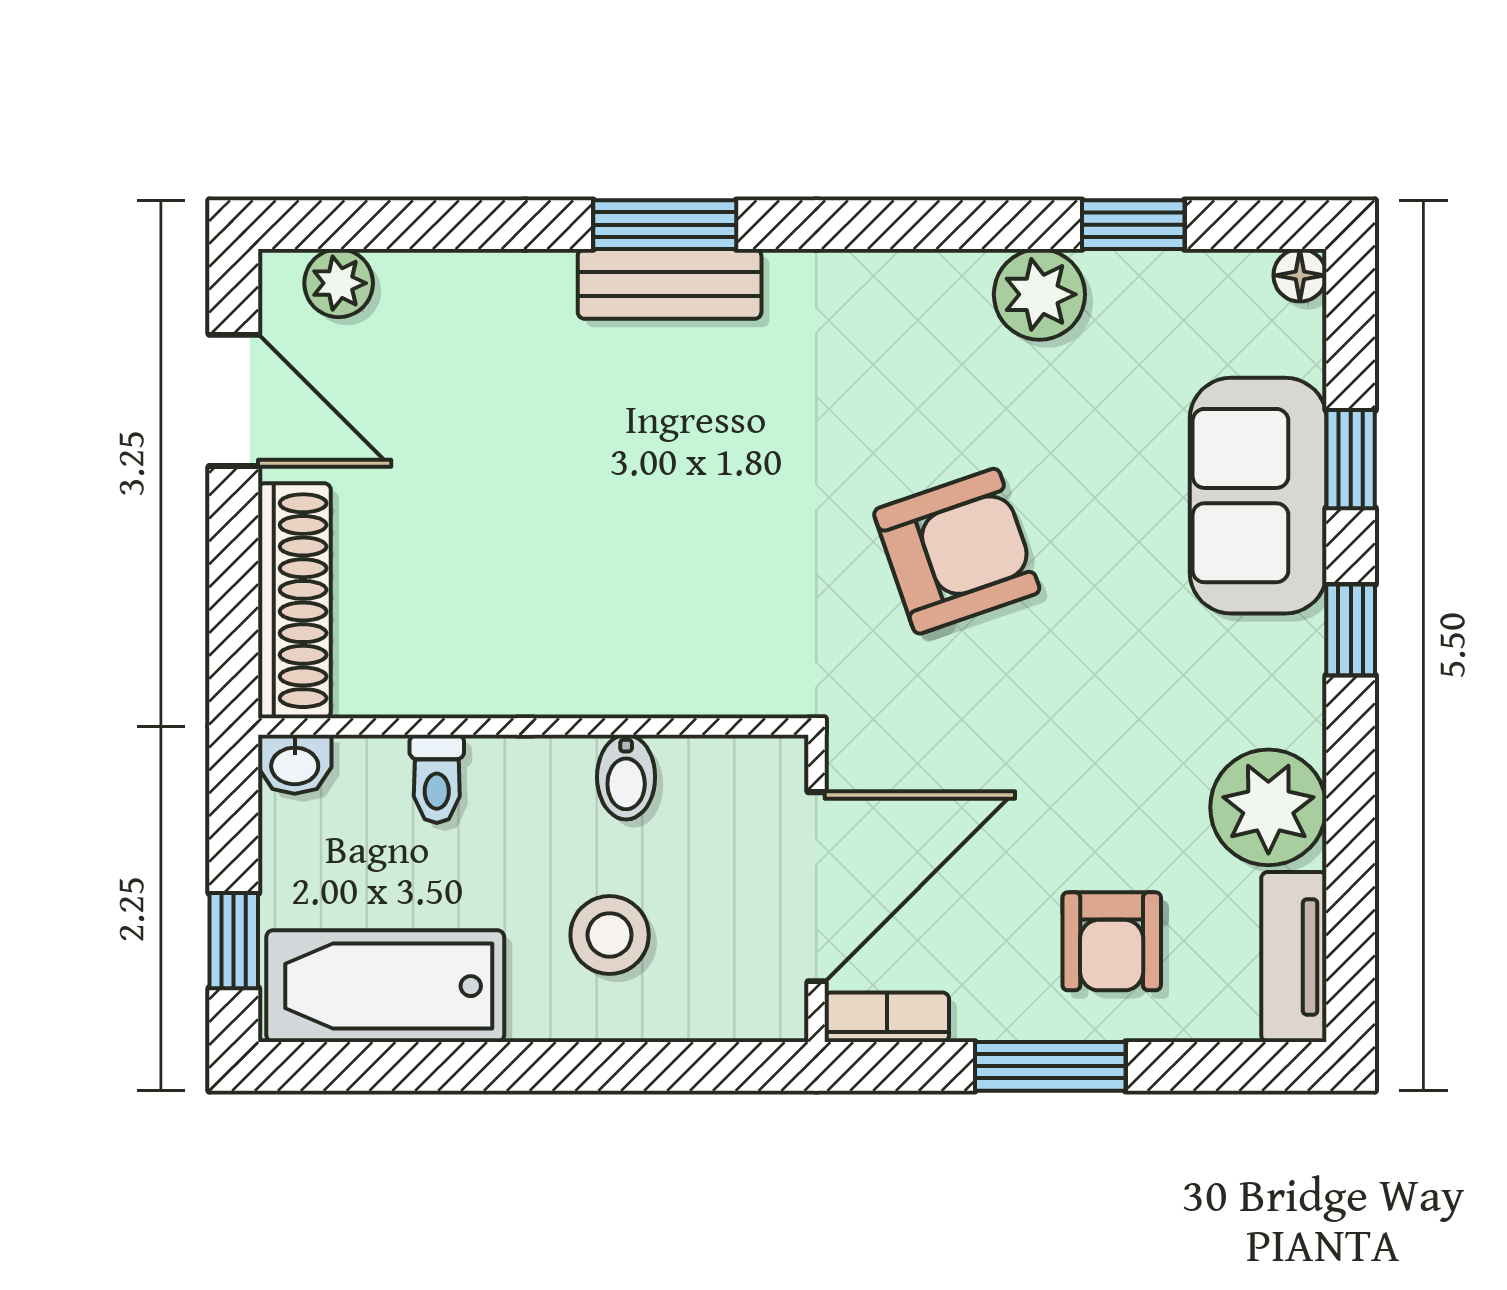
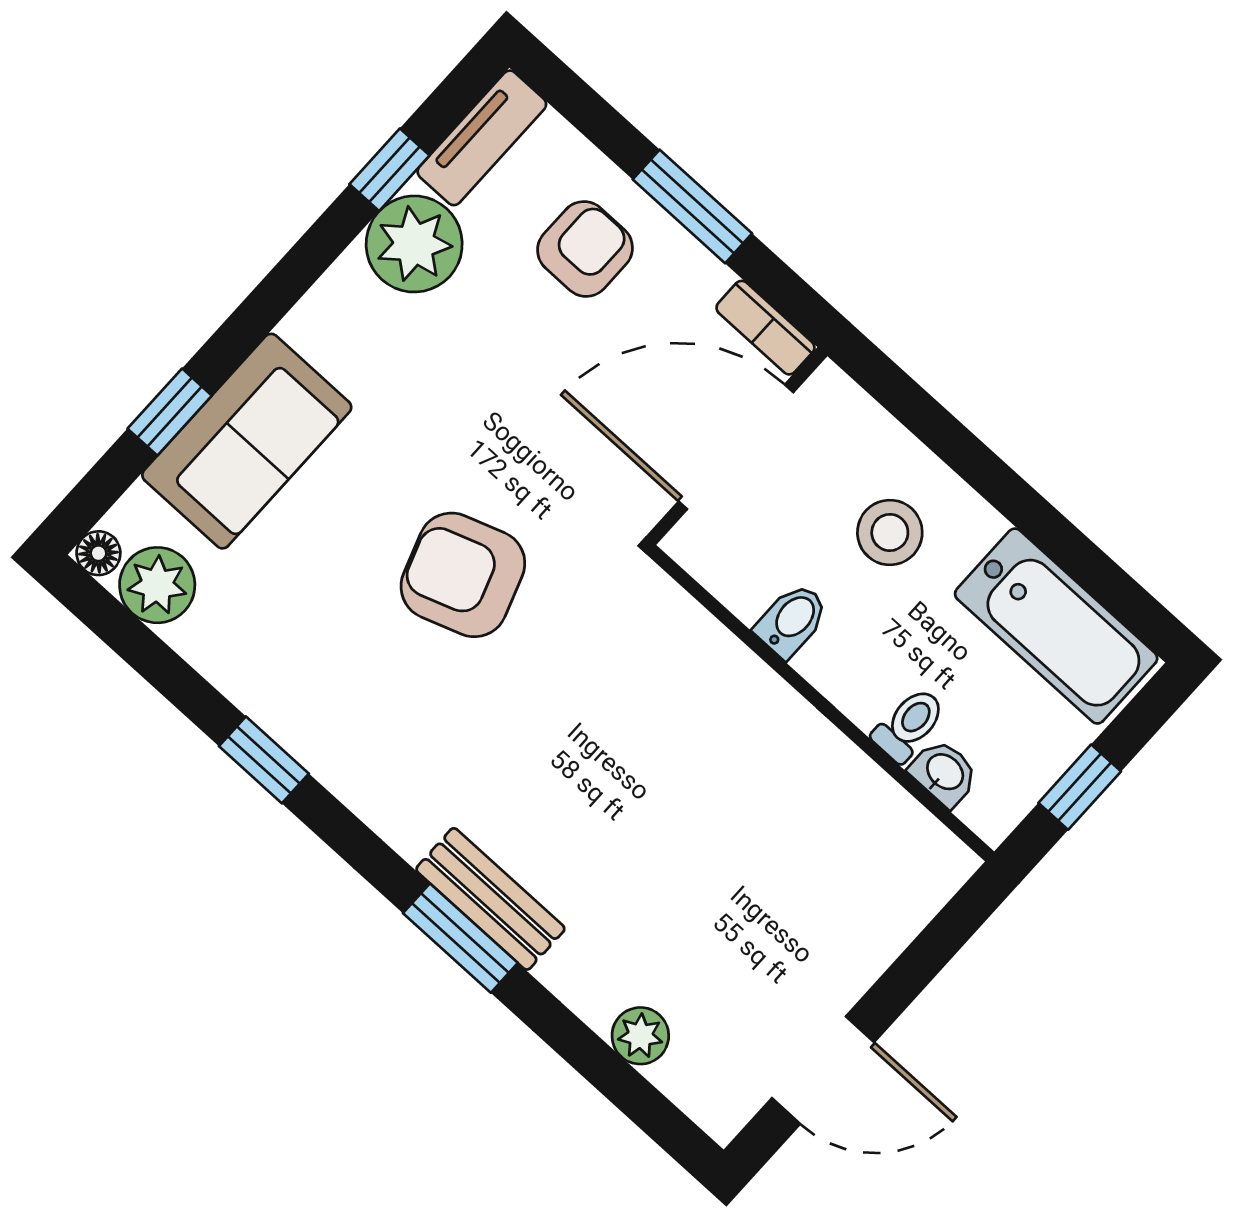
window: (1133, 225) -> (264, 760), moved
plant: (339, 283) -> (640, 1036), moved
plant: (1039, 294) -> (157, 585), moved
door: (234, 400) -> (823, 1070), swing flipped
shoe rack: (294, 601) -> (897, 913), removed
window: (1351, 630) -> (389, 170), moved
washbasin: (295, 764) -> (944, 773), moved
window: (234, 941) -> (1080, 787), moved

